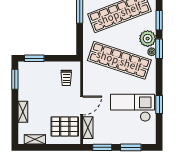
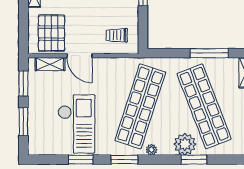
plant: (148, 39) -> (185, 144), moved
window: (159, 49) -> (124, 160), moved

